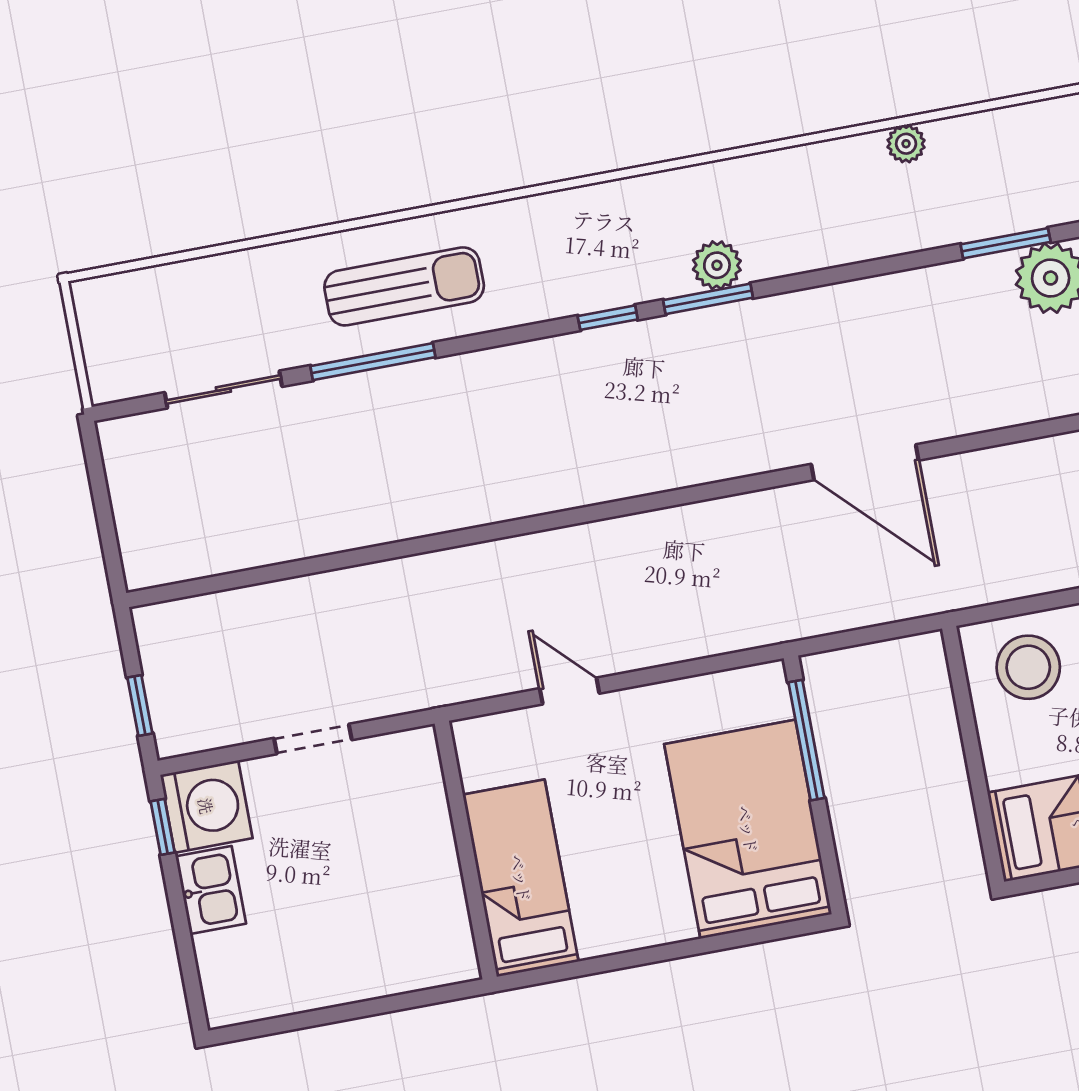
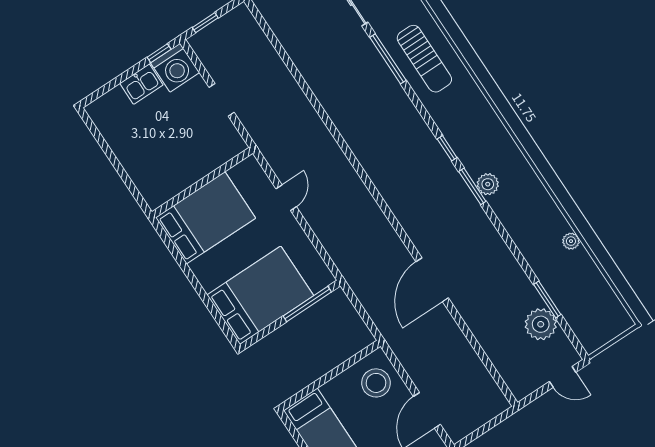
bed: (521, 878) -> (206, 218), width x1.50

